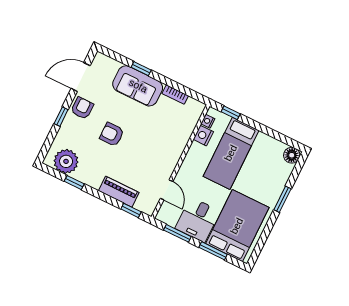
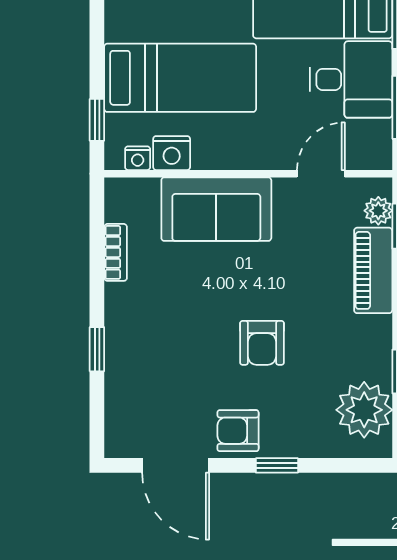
sofa: (138, 86) -> (216, 209), moved, turned 90
plant: (141, 205) -> (378, 211), added

